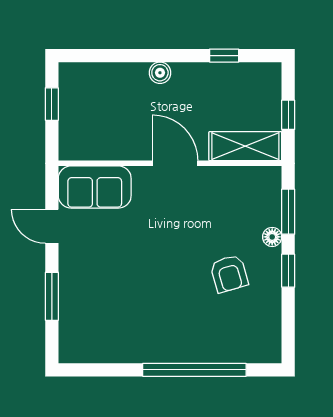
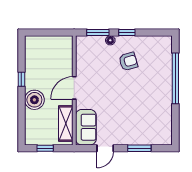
window: (224, 56) -> (21, 79), moved
boiler: (160, 73) -> (34, 100), width x1.86, depth x1.86
window: (288, 115) -> (50, 32), removed
shelving: (245, 146) -> (66, 124), moved

